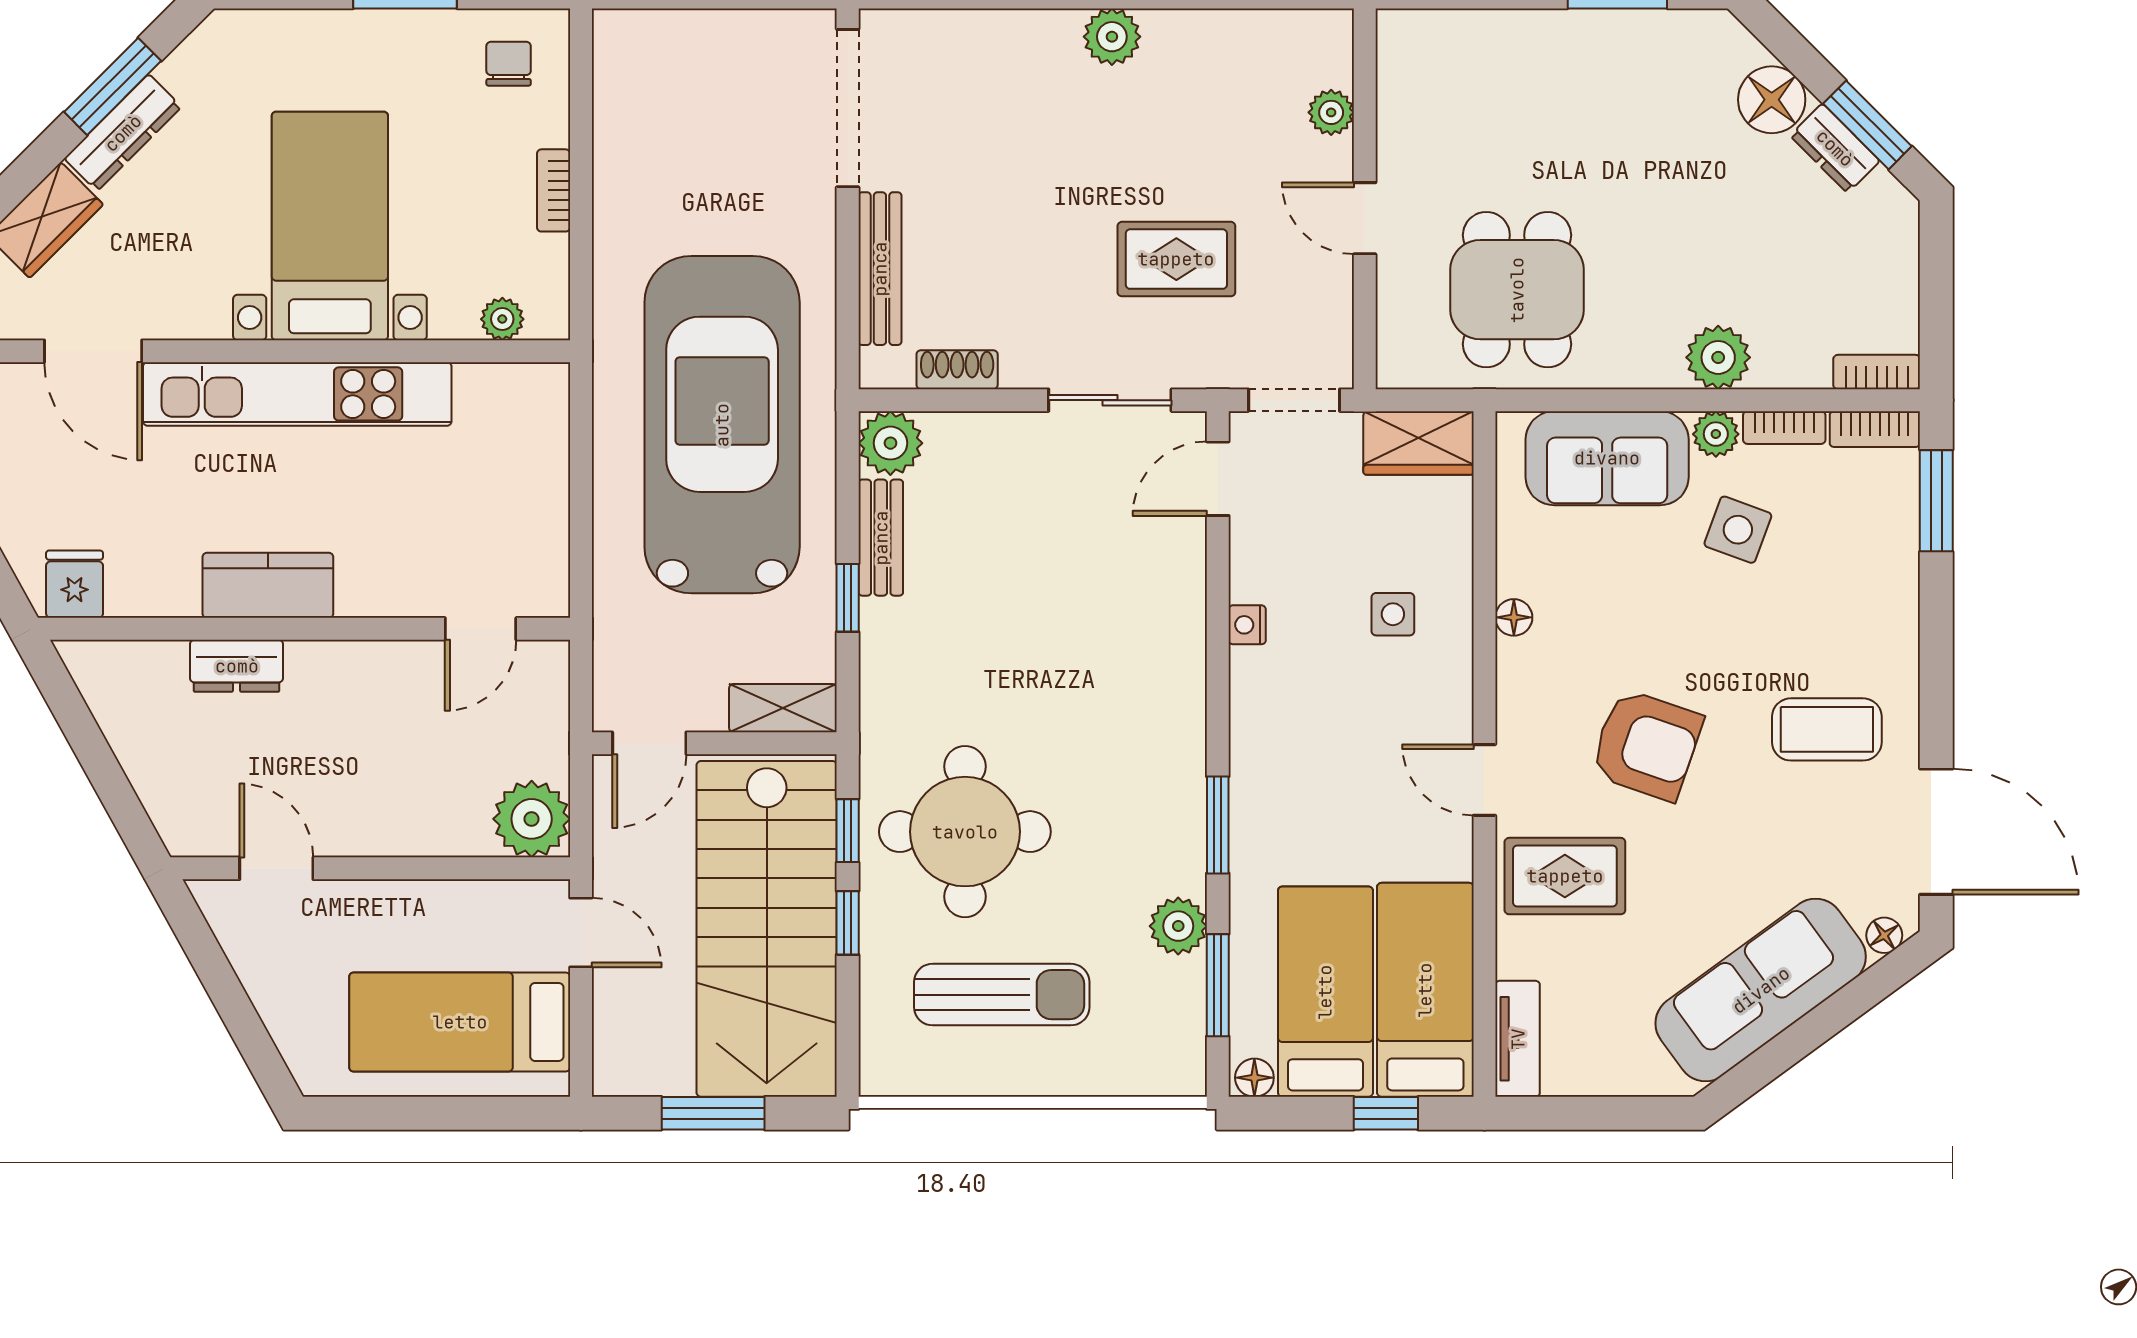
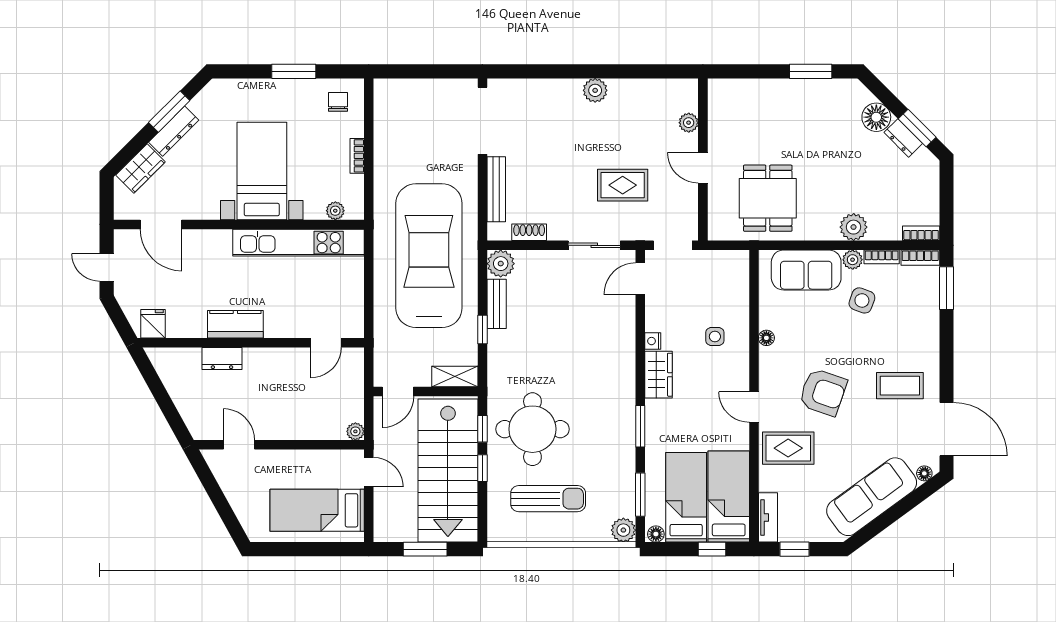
kitchen unit: (297, 394) -> (298, 243), moved
wardrobe: (1419, 443) -> (658, 375), moved, turned -90
plant: (532, 819) -> (355, 431), width x0.53, depth x0.53
plant: (1178, 926) -> (623, 530), moved
window: (1580, 1113) -> (794, 549), added

